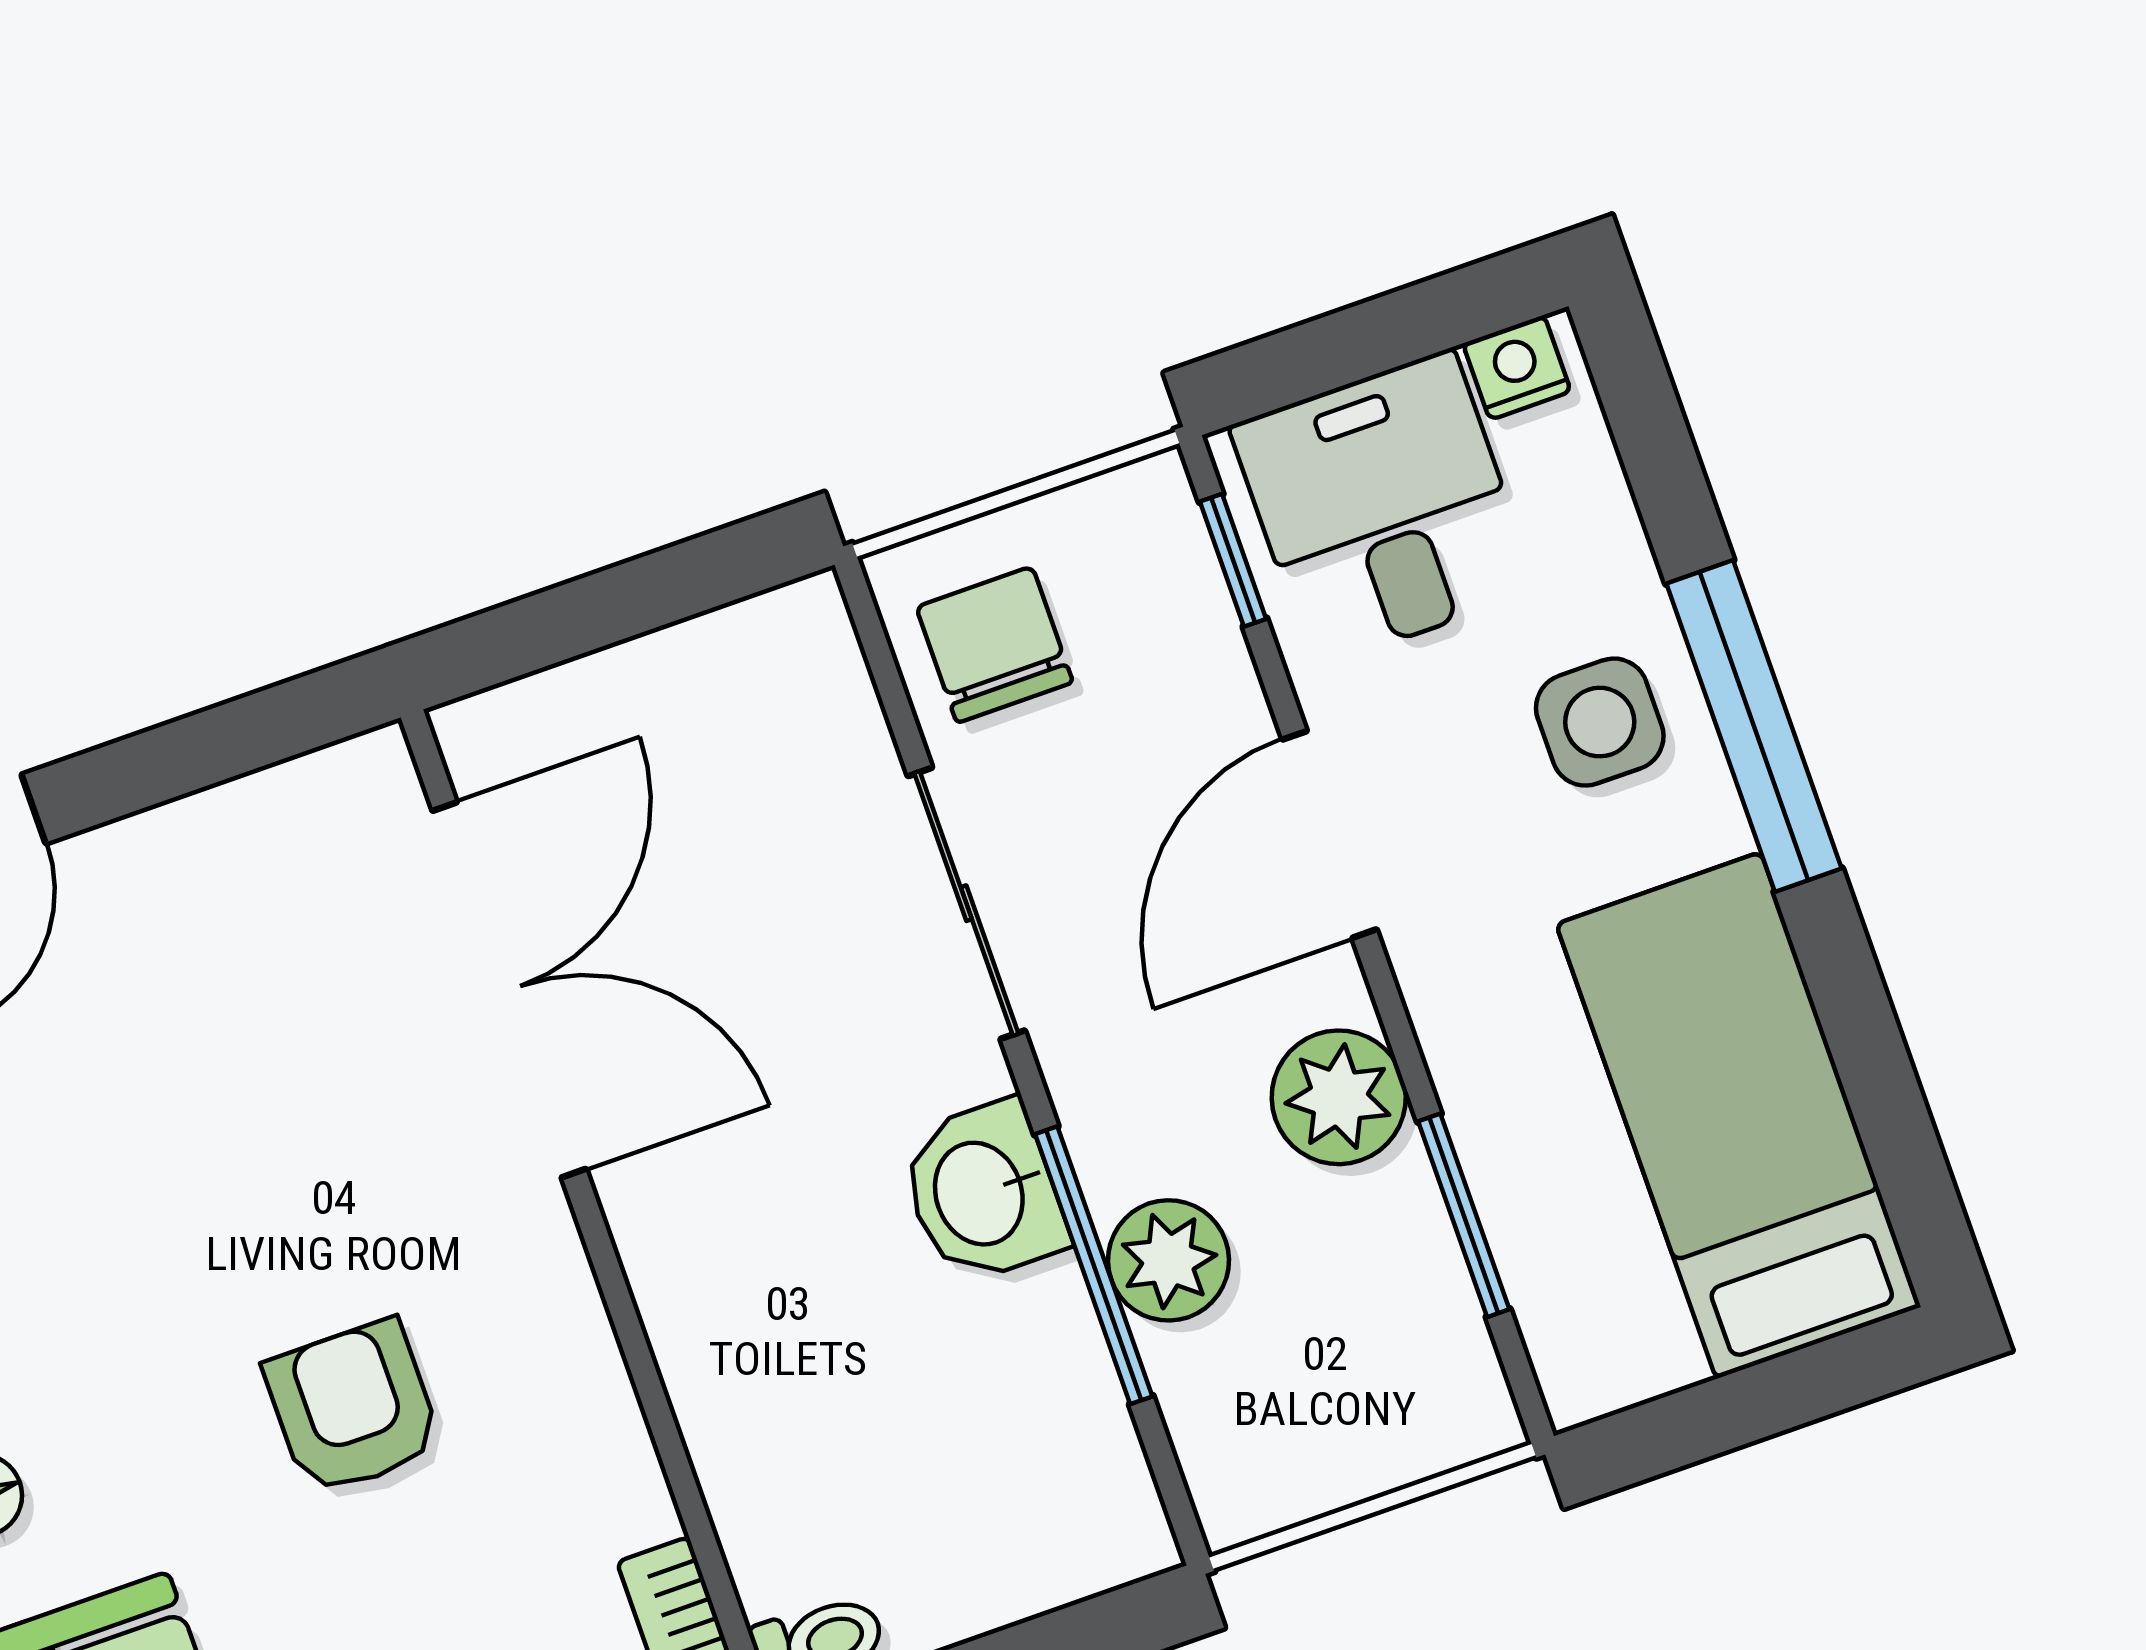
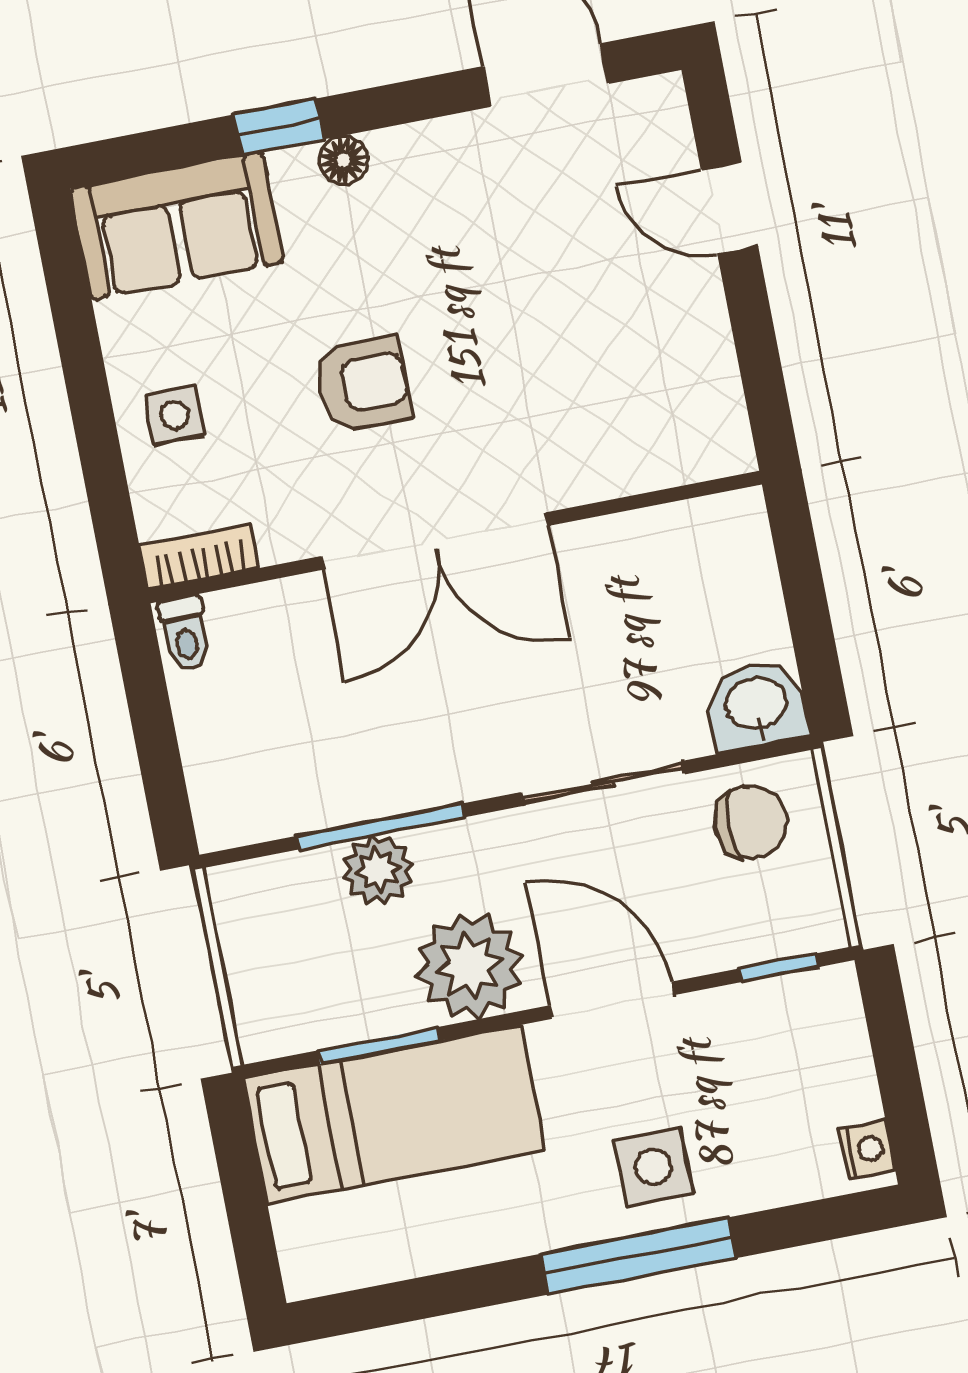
desk: (1383, 508) -> (796, 1059), removed
double door: (509, 990) -> (435, 541), moved
plant: (1339, 1097) -> (469, 966), width x1.36, depth x1.36
bed: (1738, 1115) -> (394, 1115), moved
washbasin: (983, 1192) -> (756, 705), moved

